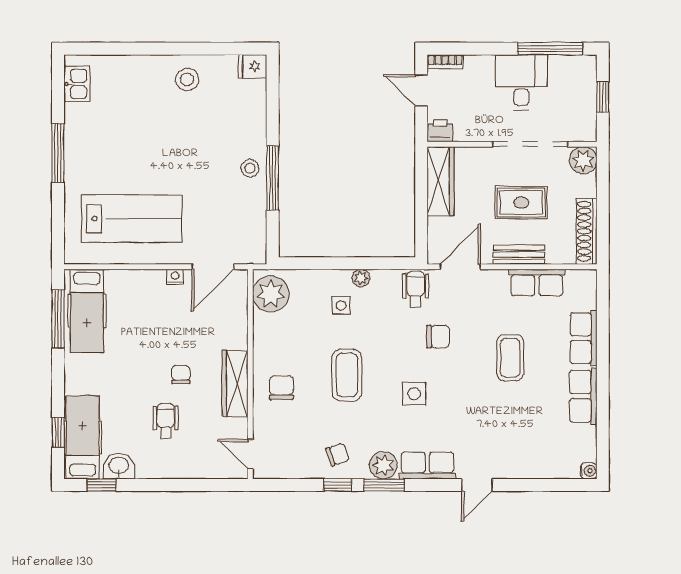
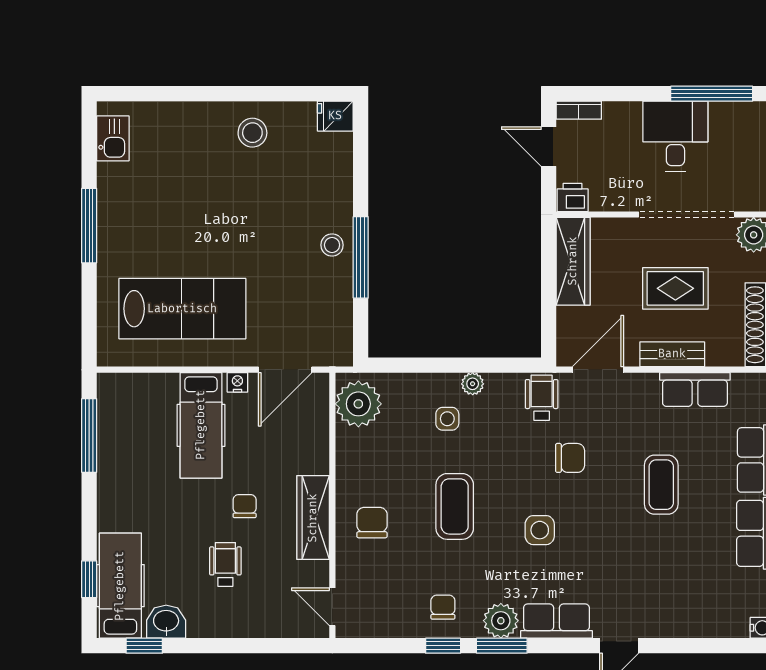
hospital bed: (87, 311) -> (201, 425), moved
chair: (338, 454) -> (443, 607), turned -72

